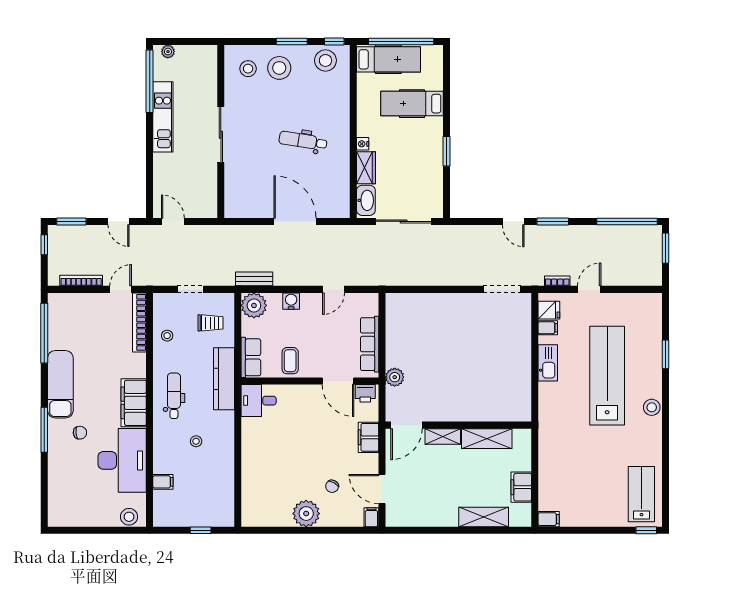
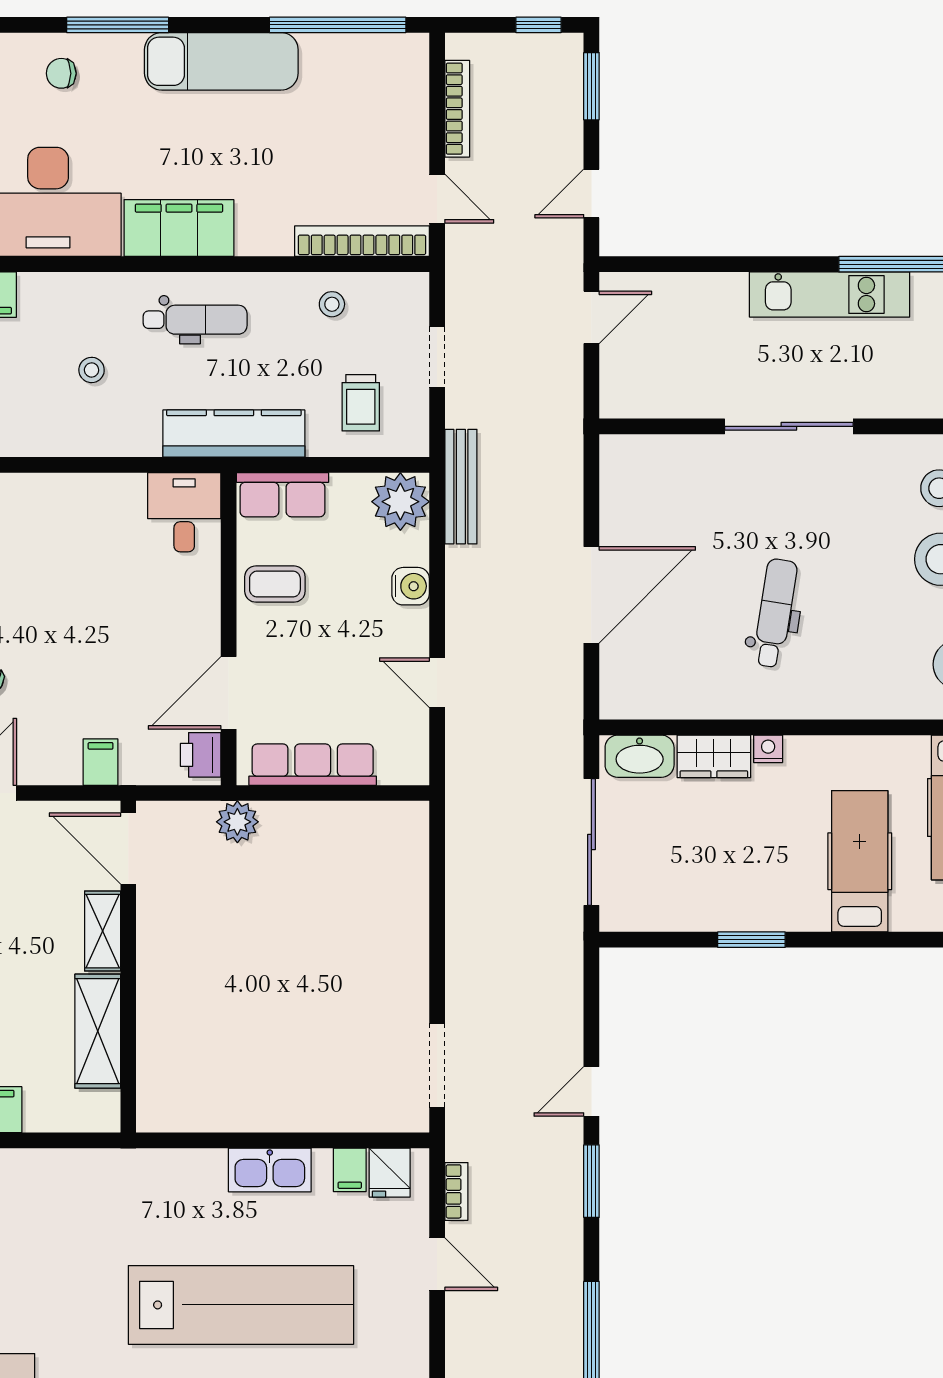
bench: (254, 279) -> (461, 487), width x1.36
chair: (80, 433) -> (61, 73), moved, turned 94
filing cabinet: (368, 437) -> (101, 762), width x0.50

